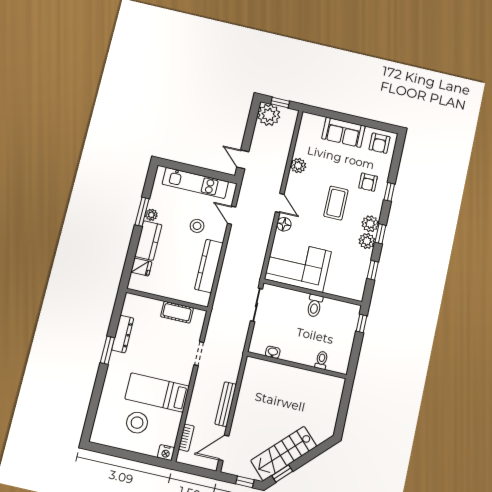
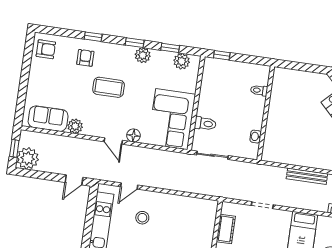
sofa: (343, 132) -> (48, 119), moved, turned -90
armchair: (368, 182) -> (85, 58), turned -90
door: (280, 203) -> (113, 141), swing flipped
plant: (370, 224) -> (182, 61), moved
kitchen counter: (209, 266) -> (180, 203), removed
toilet: (315, 306) -> (205, 124), moved

